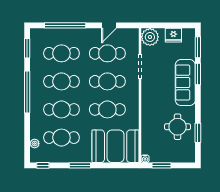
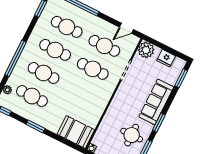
door: (109, 25) -> (126, 28), moved
window: (198, 74) -> (159, 123), moved
window: (27, 92) -> (15, 58), moved
cafe table: (107, 109) -> (81, 92), removed
booth: (116, 146) -> (76, 132), width x0.73, depth x0.70

